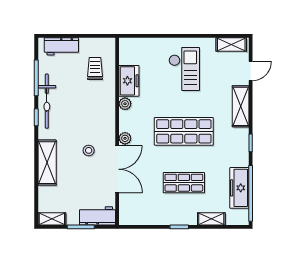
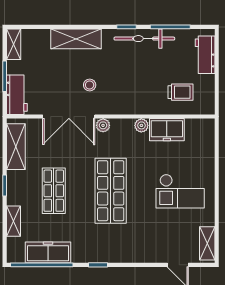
shelving: (241, 106) -> (16, 147), moved, turned 90

